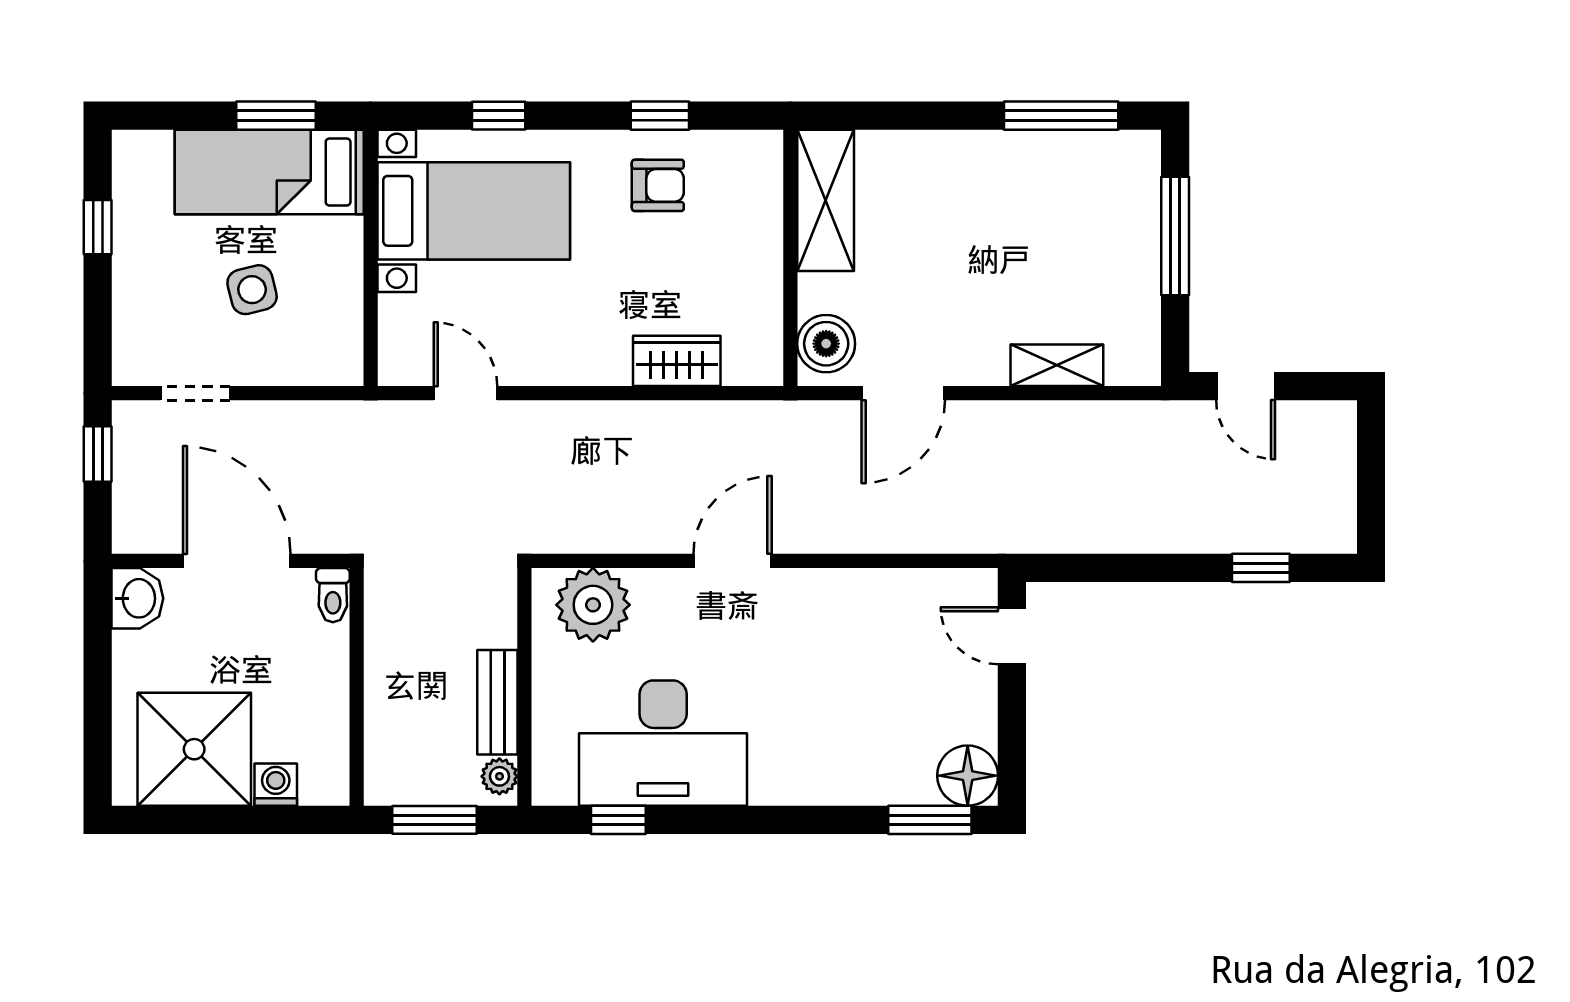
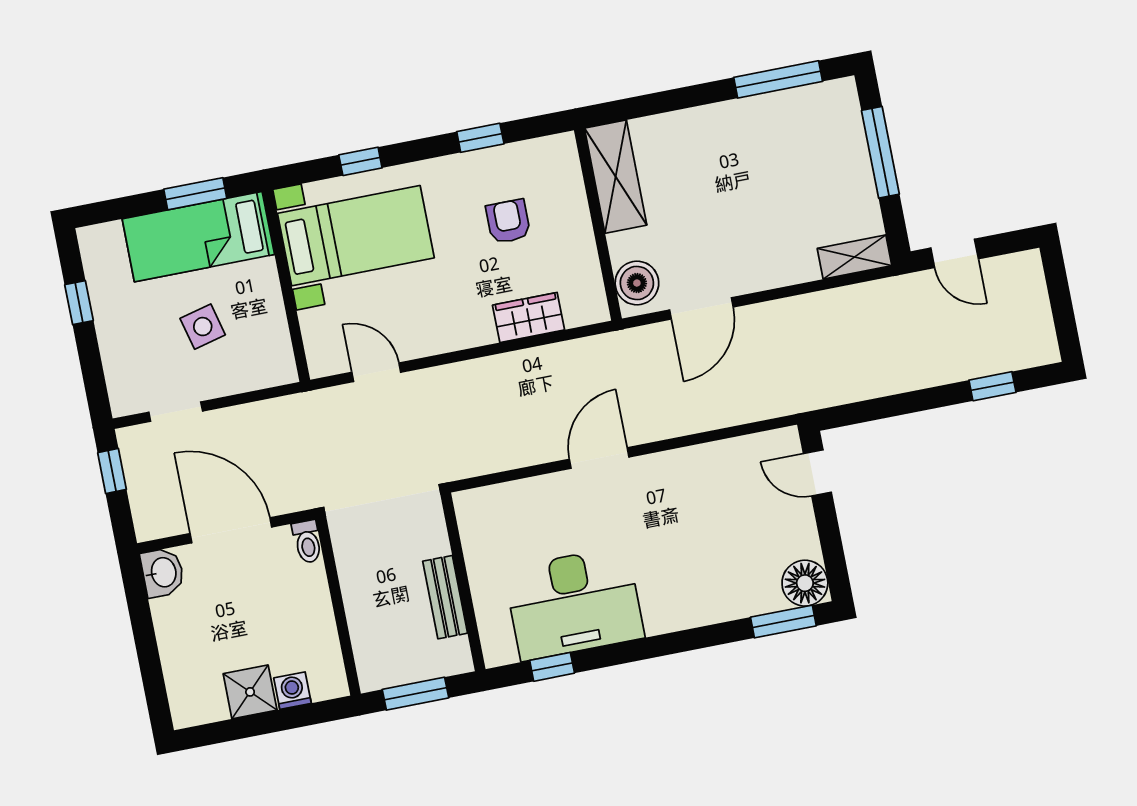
armchair: (658, 185) -> (508, 221), moved, turned -90
shelving: (1057, 365) -> (855, 257), moved
plant: (593, 605) -> (502, 511), removed
shower: (194, 749) -> (250, 692), width x0.54, depth x0.54
plant: (499, 776) -> (457, 652), removed

